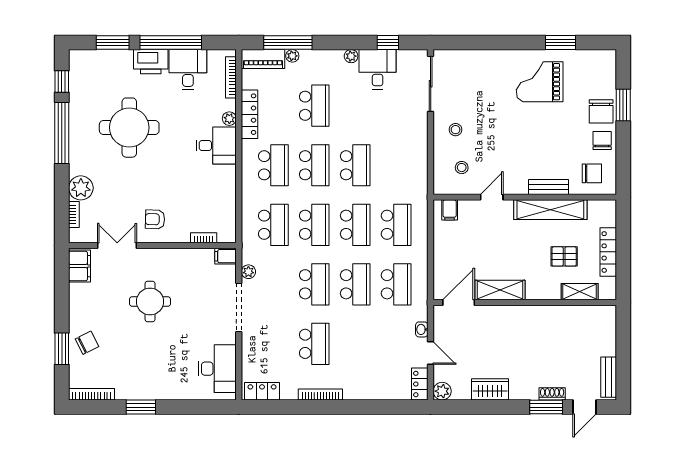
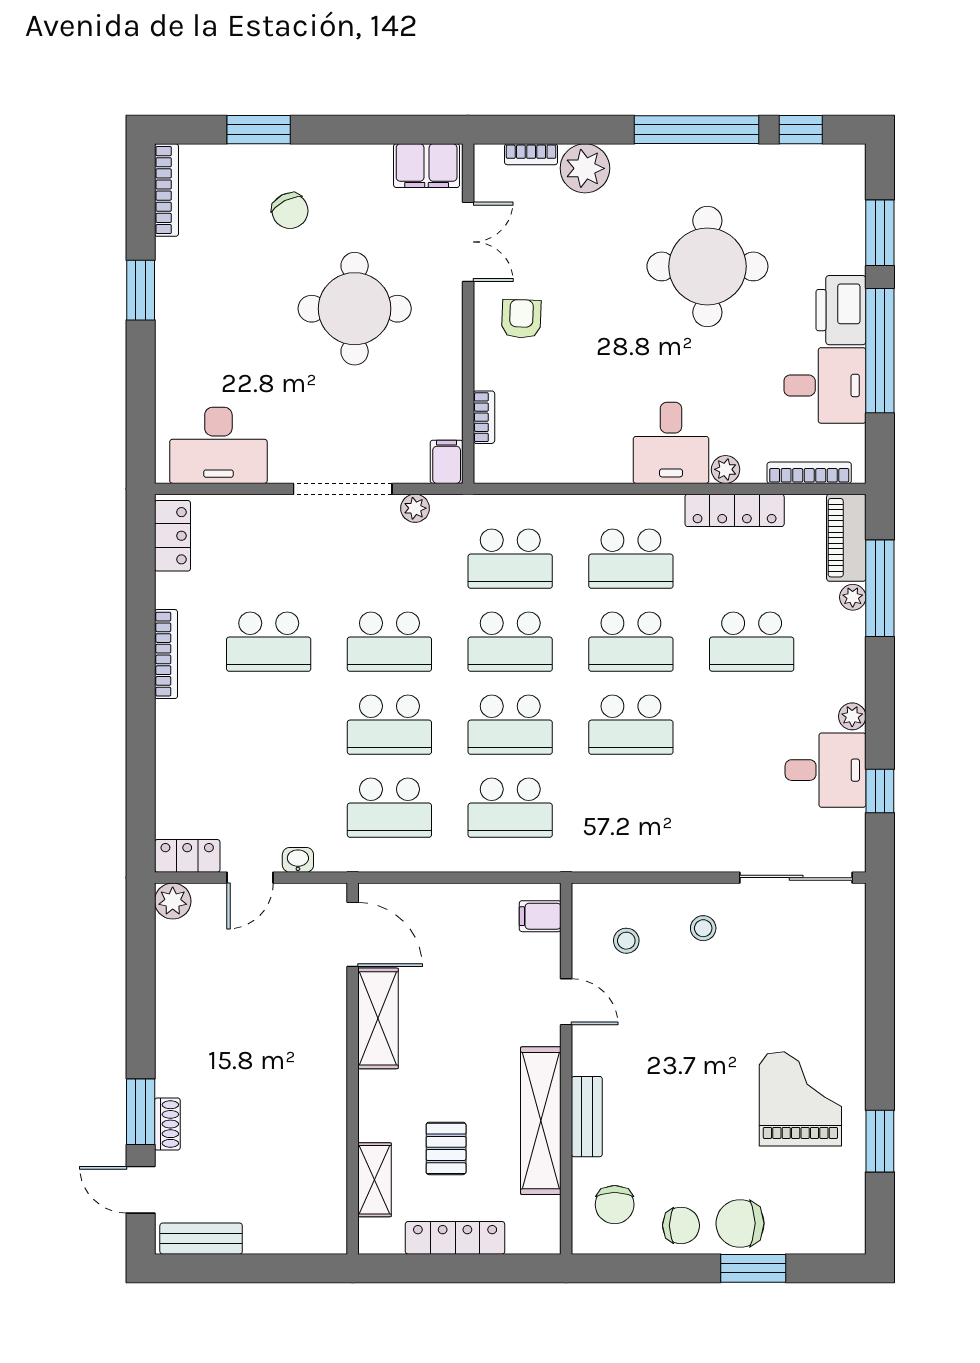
round table: (150, 302) -> (355, 309), width x1.36, depth x1.36
chair: (87, 343) -> (290, 211), moved
wardrobe: (490, 389) -> (176, 998), removed

